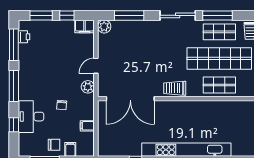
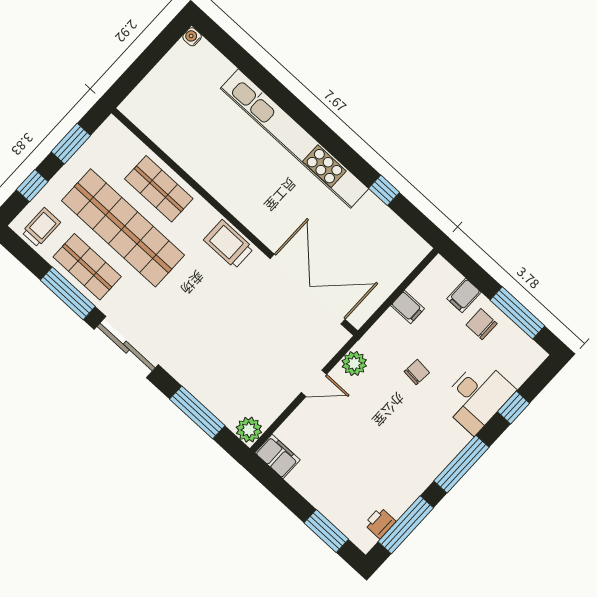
window: (67, 15) -> (289, 496), removed
trolley: (175, 88) -> (229, 244), turned 180

